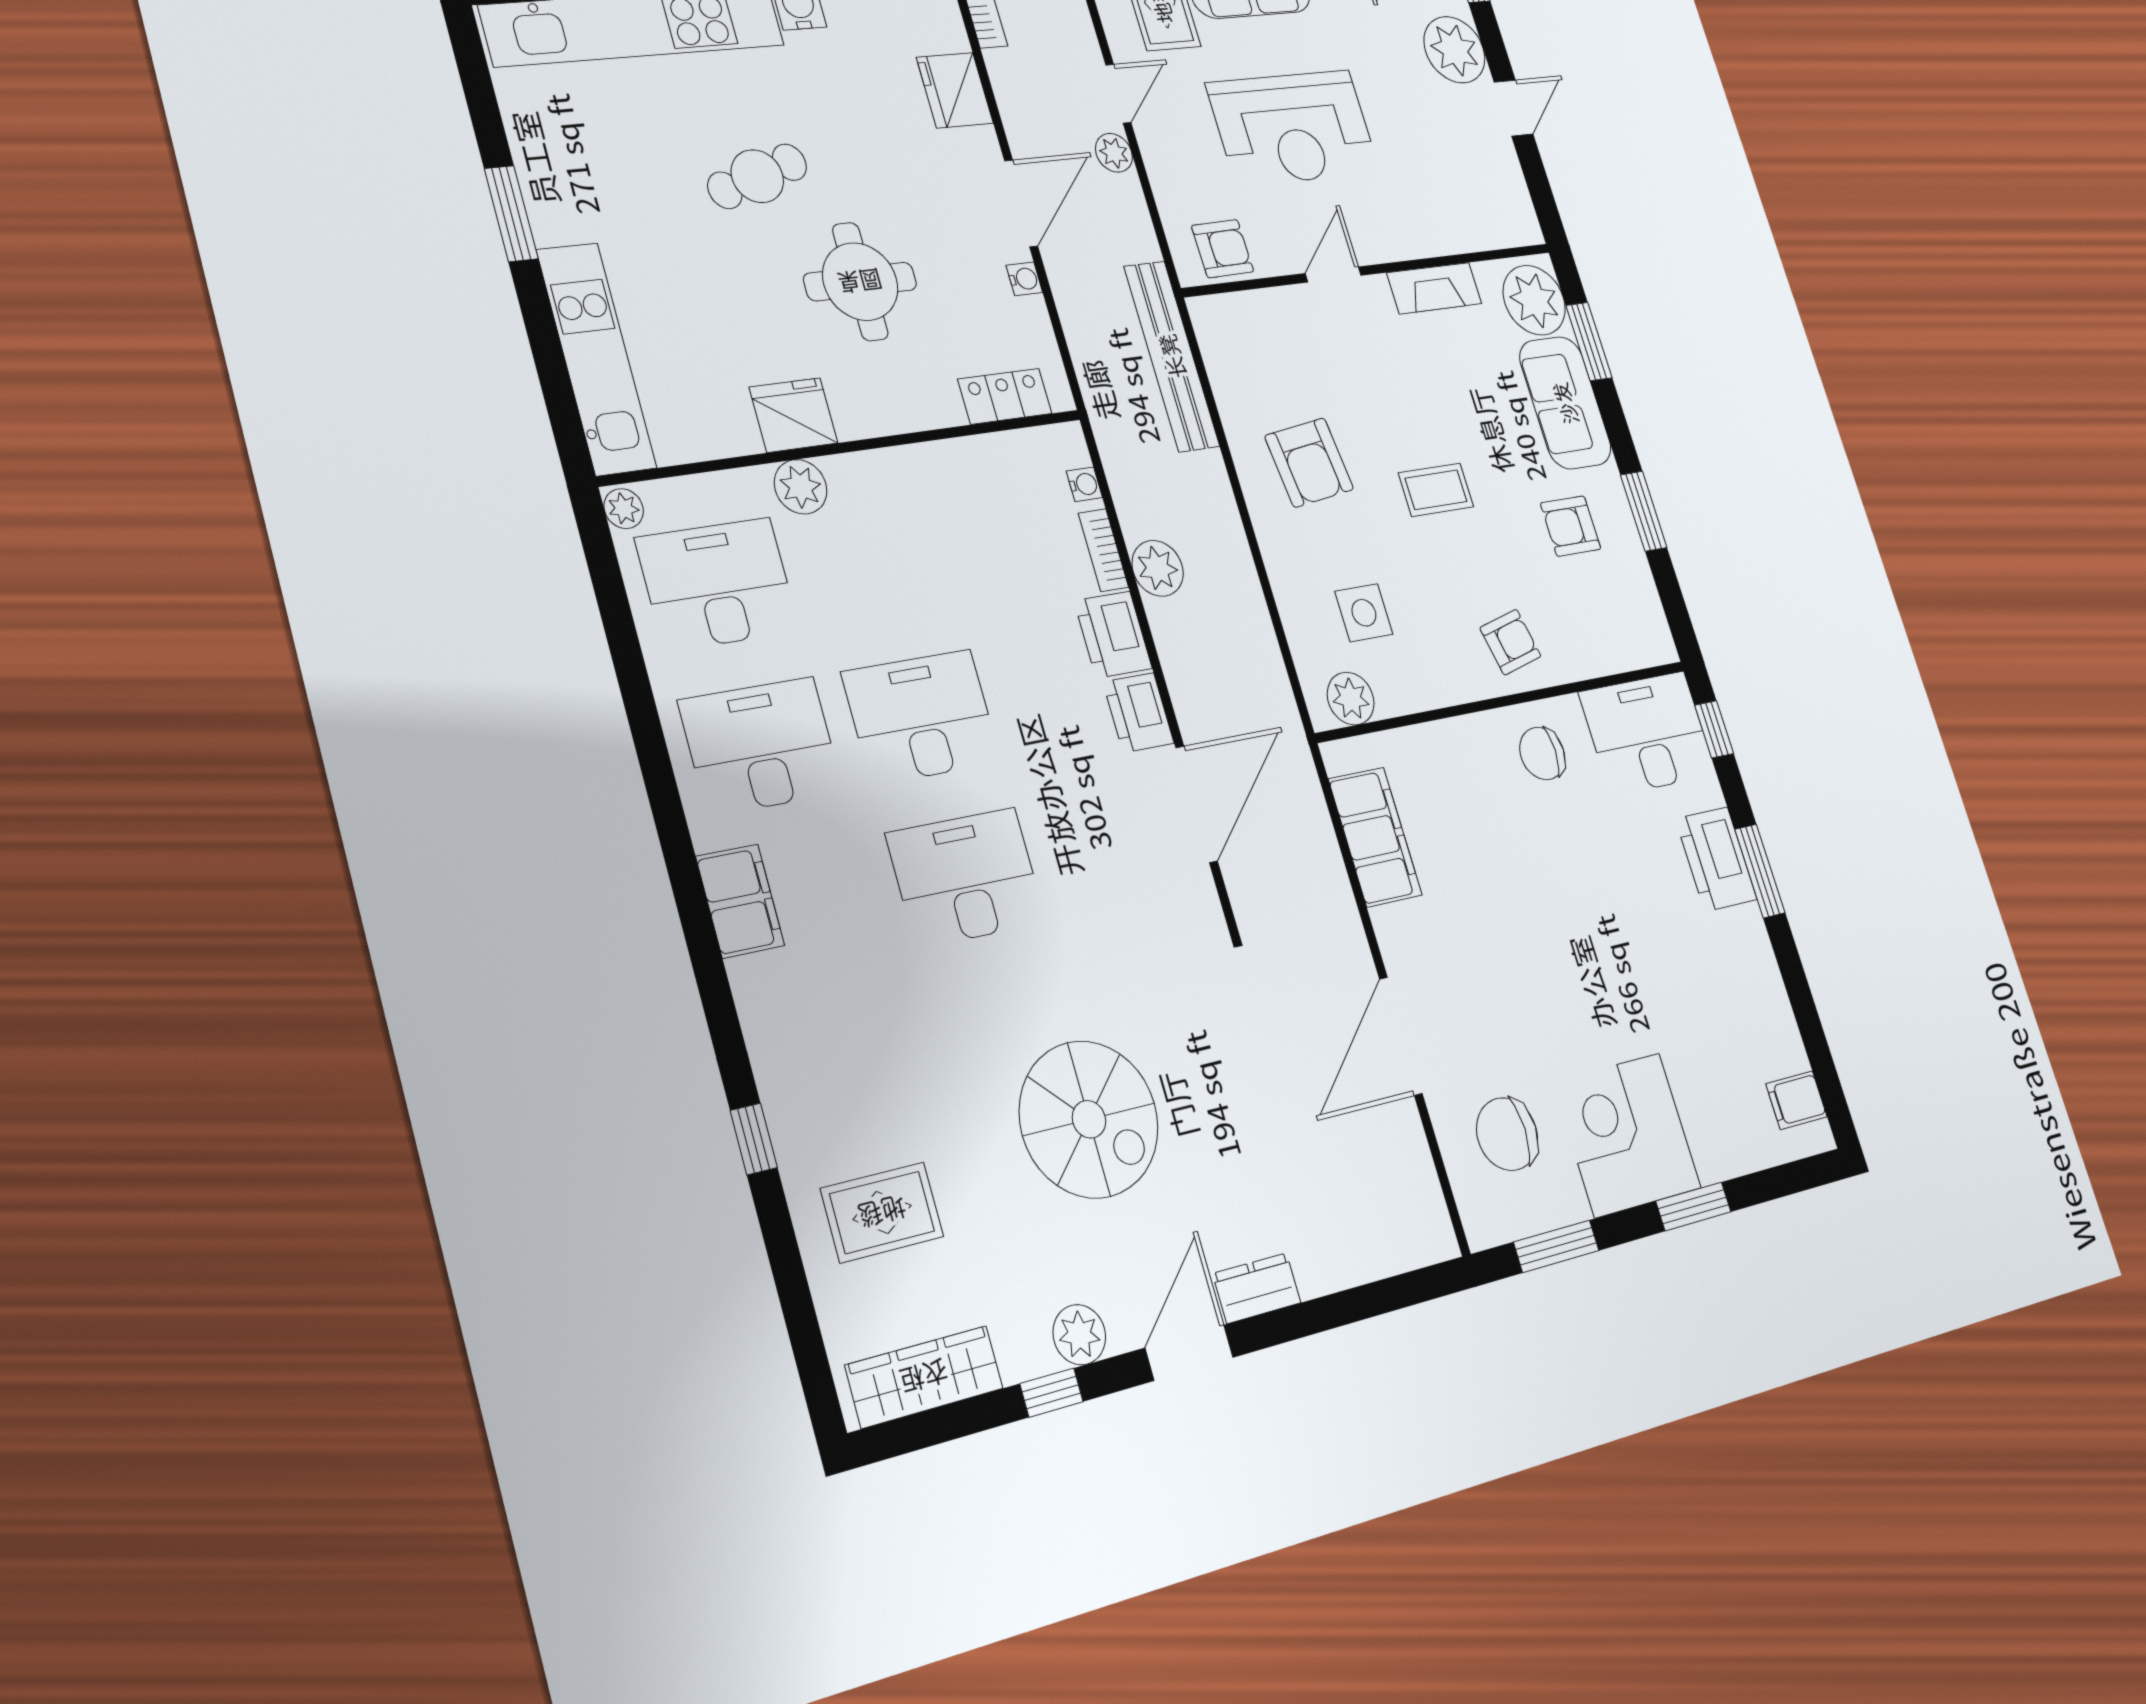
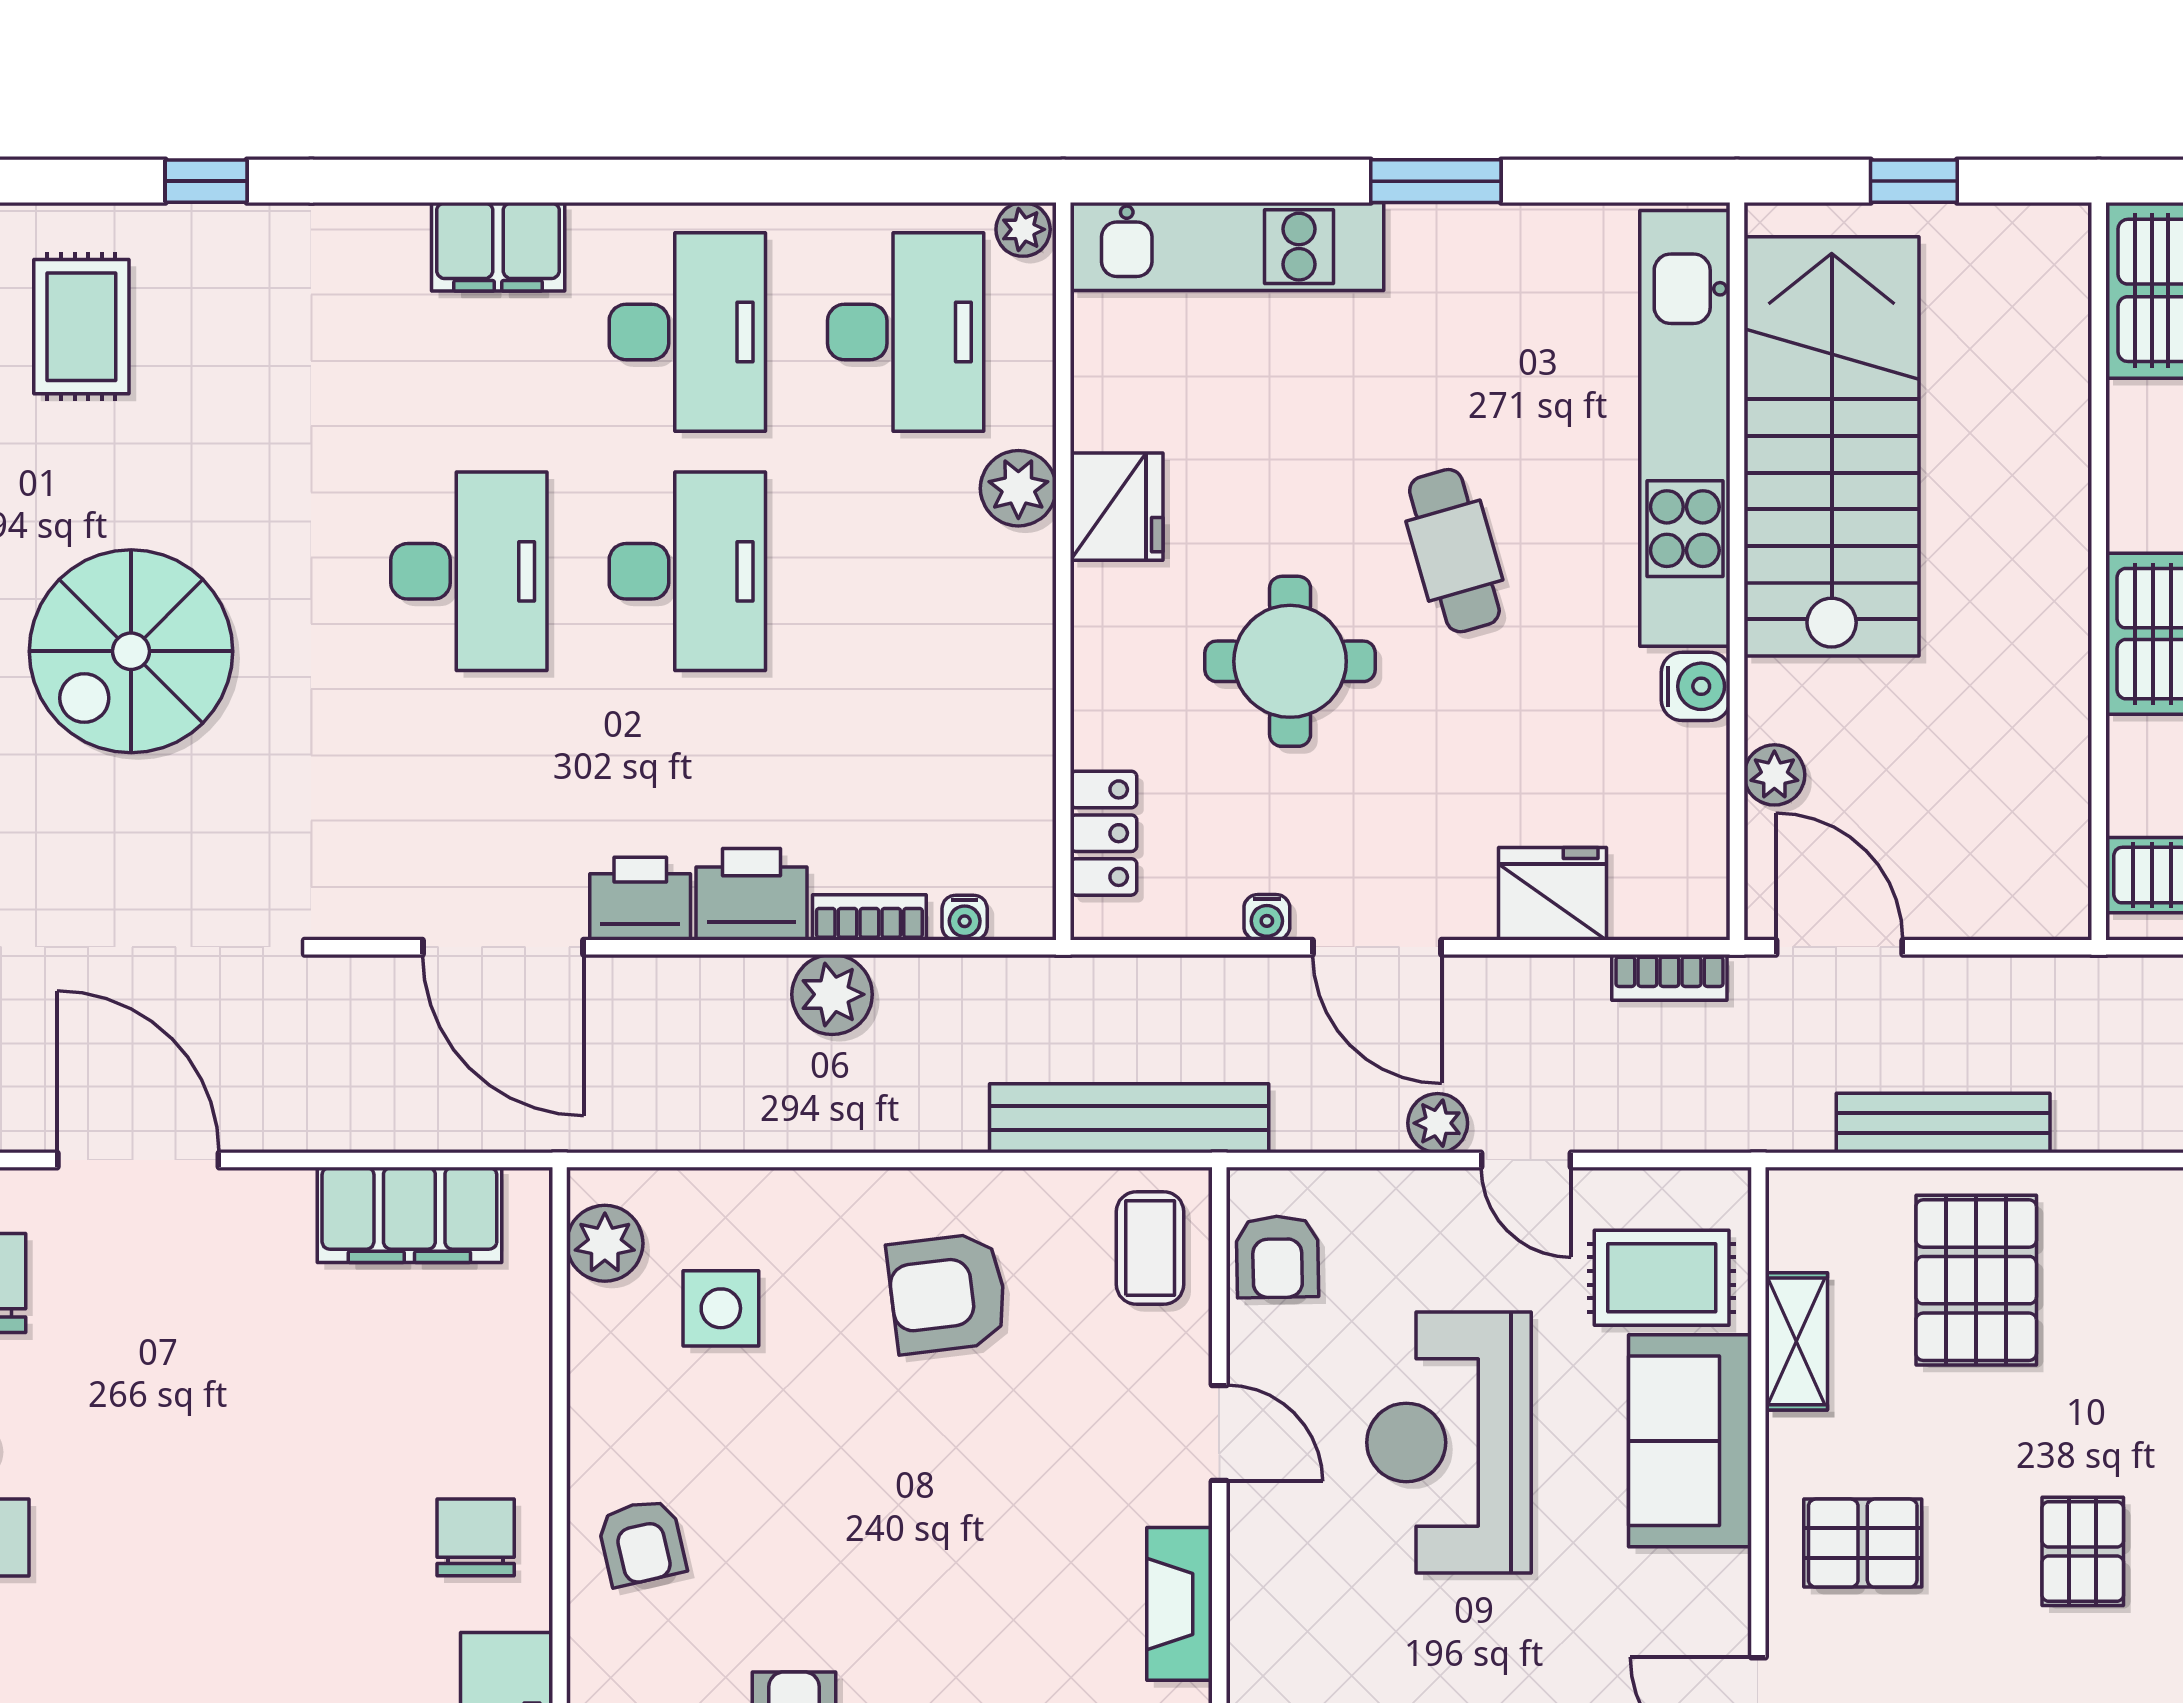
coffee table: (1436, 490) -> (1150, 1248), moved

